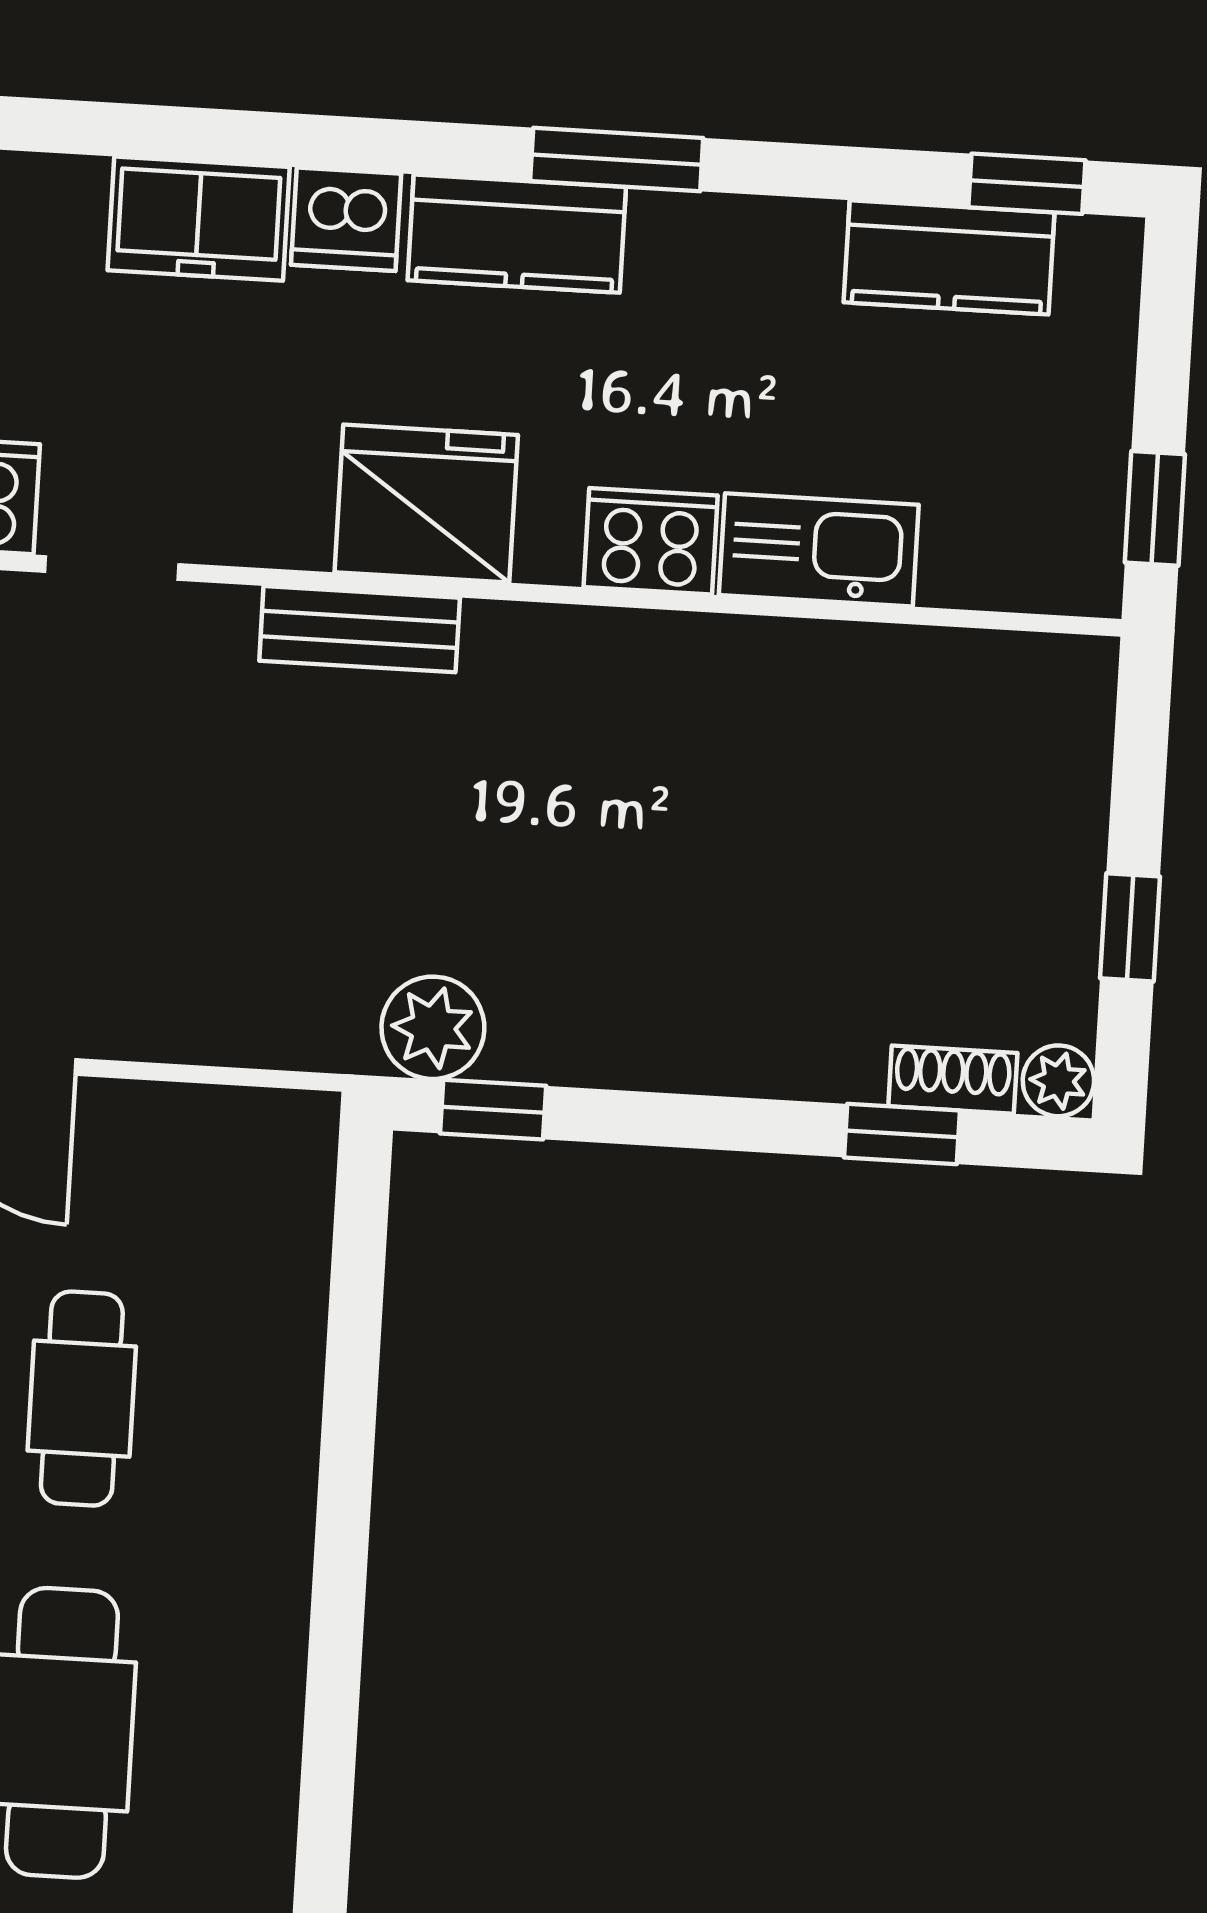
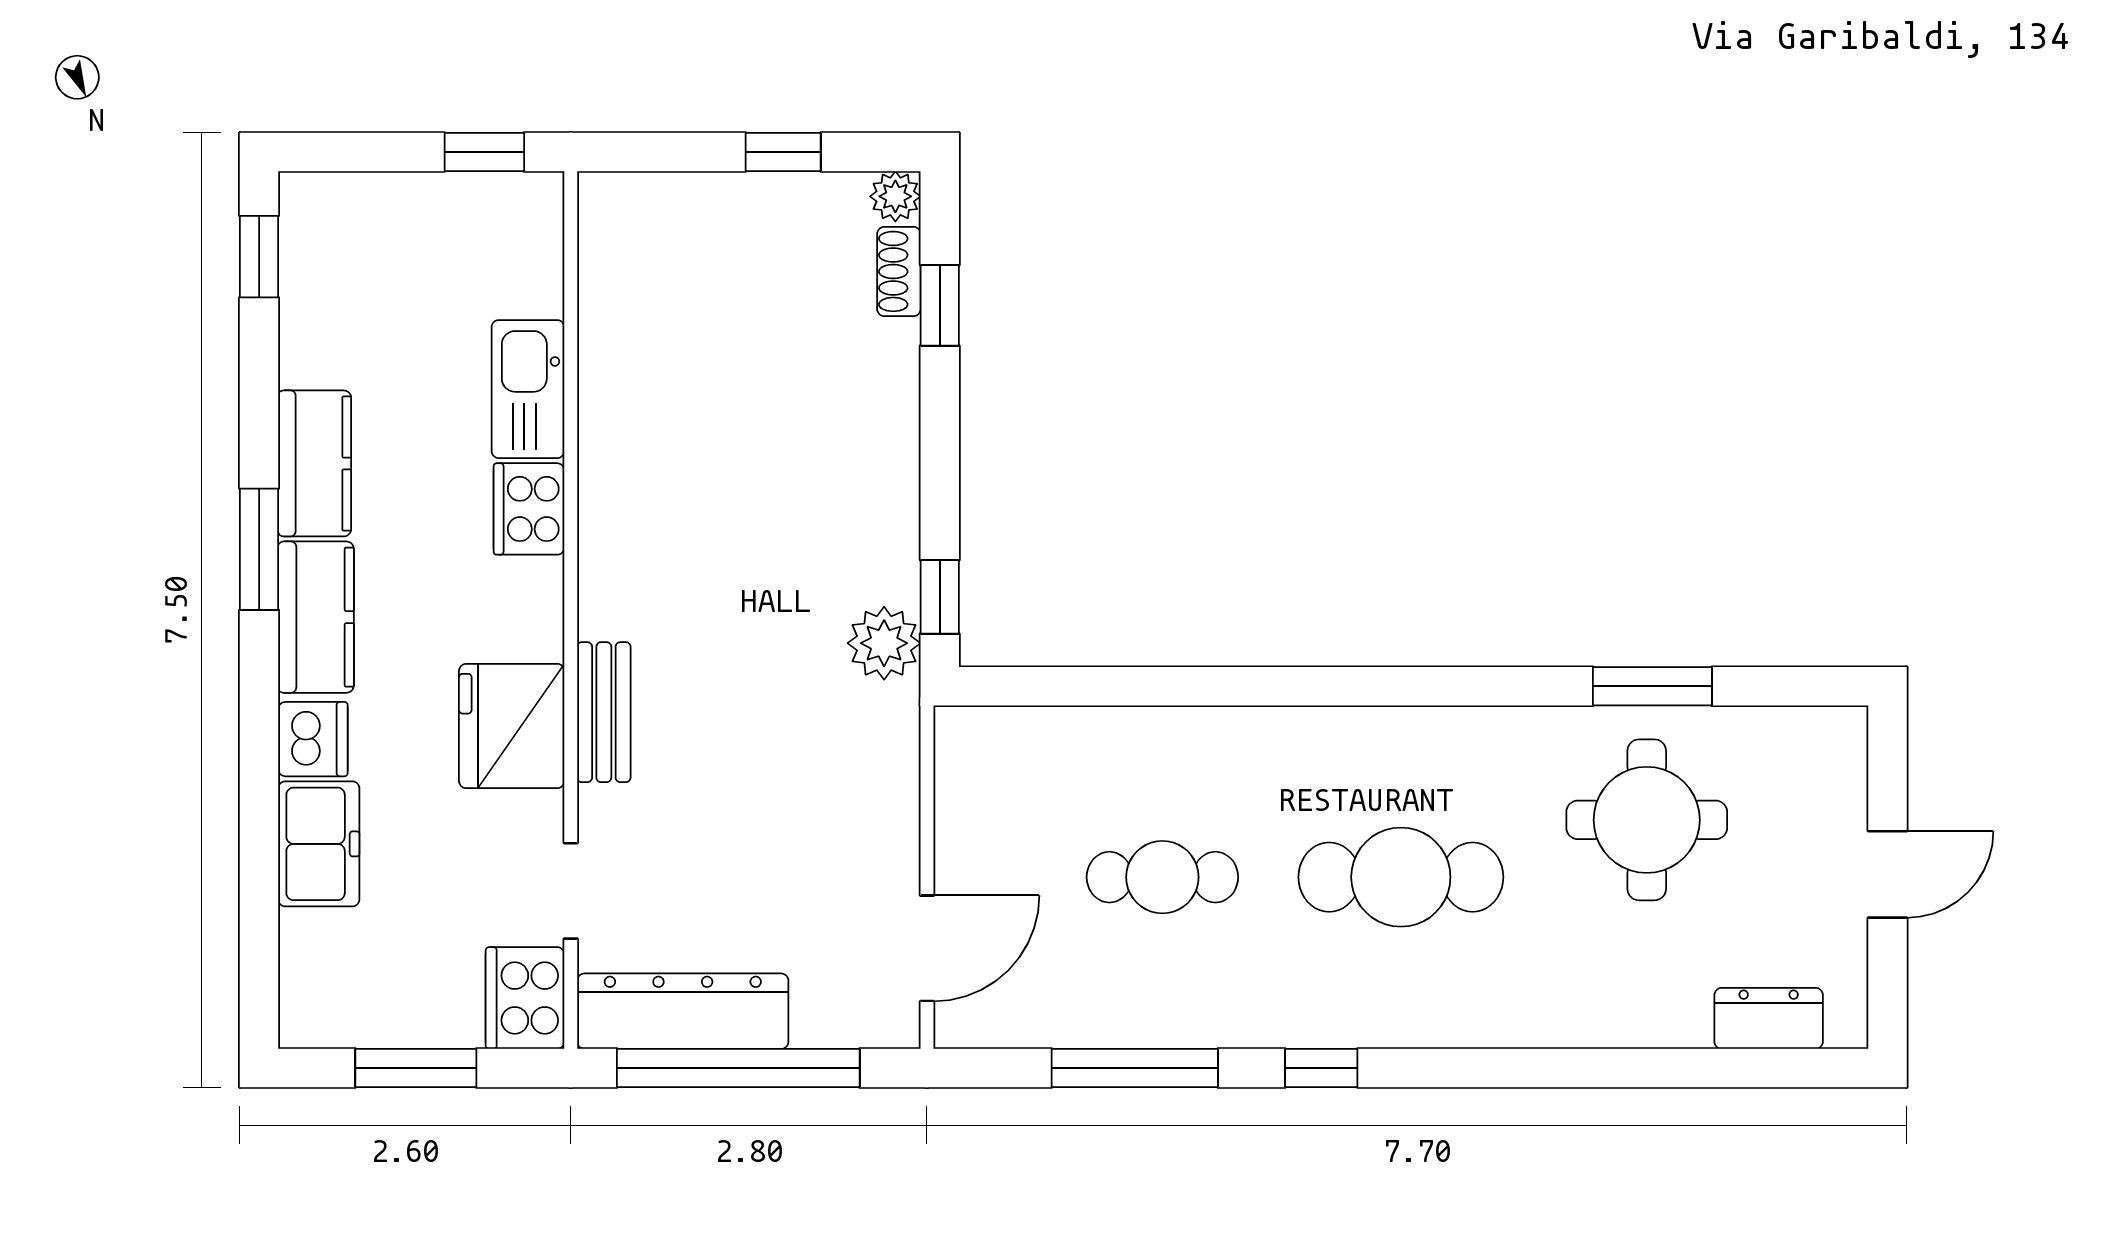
kitchen counter: (949, 257) -> (315, 463), moved
fridge: (426, 504) -> (512, 726), moved

